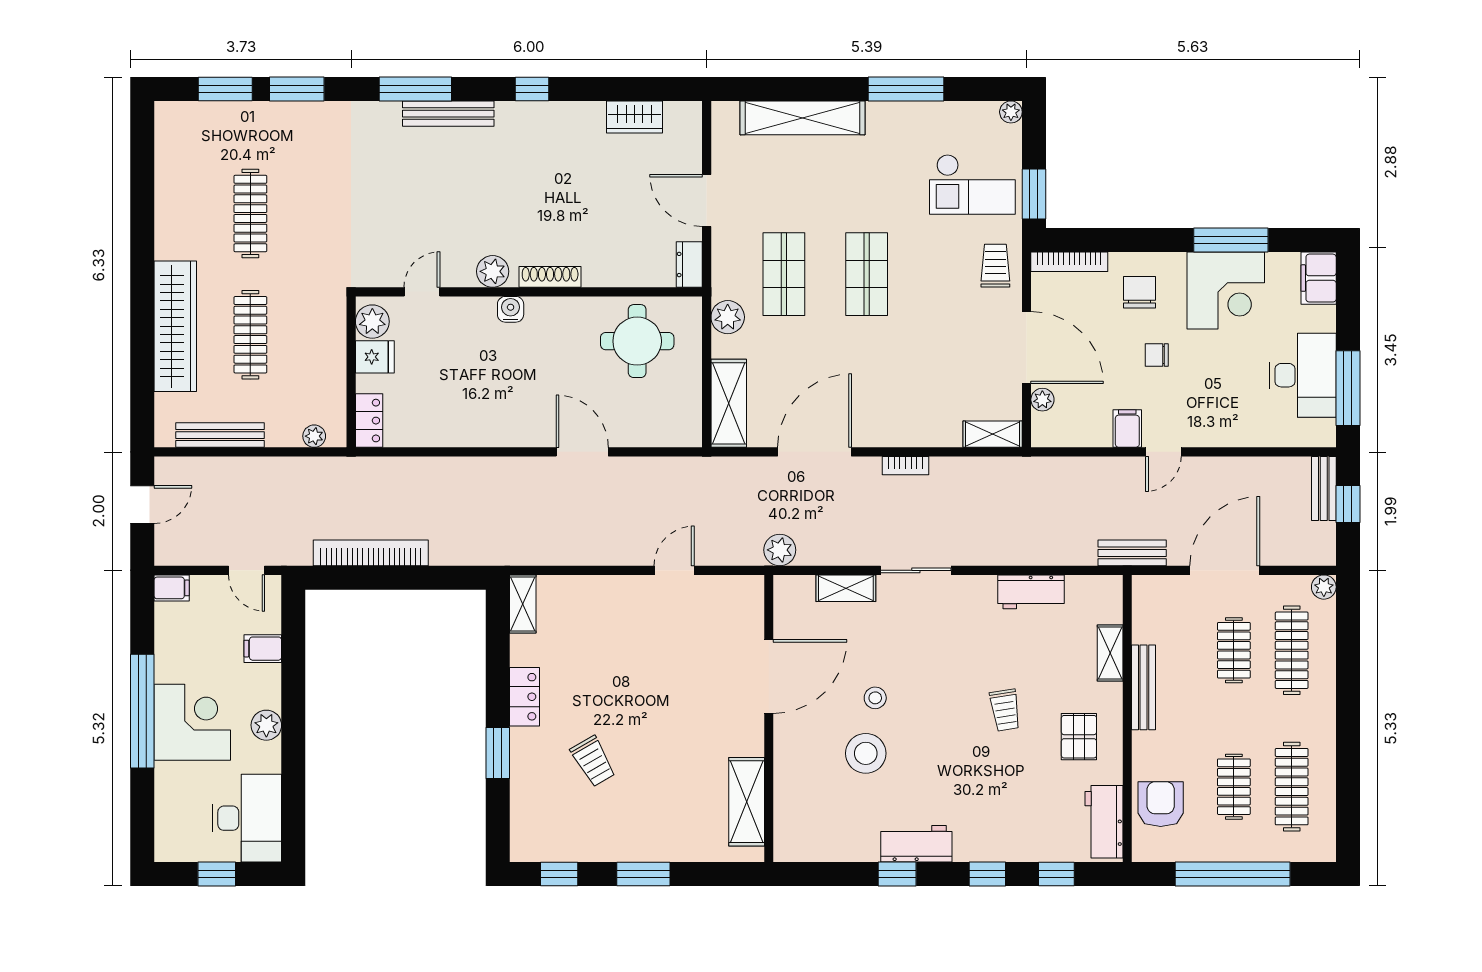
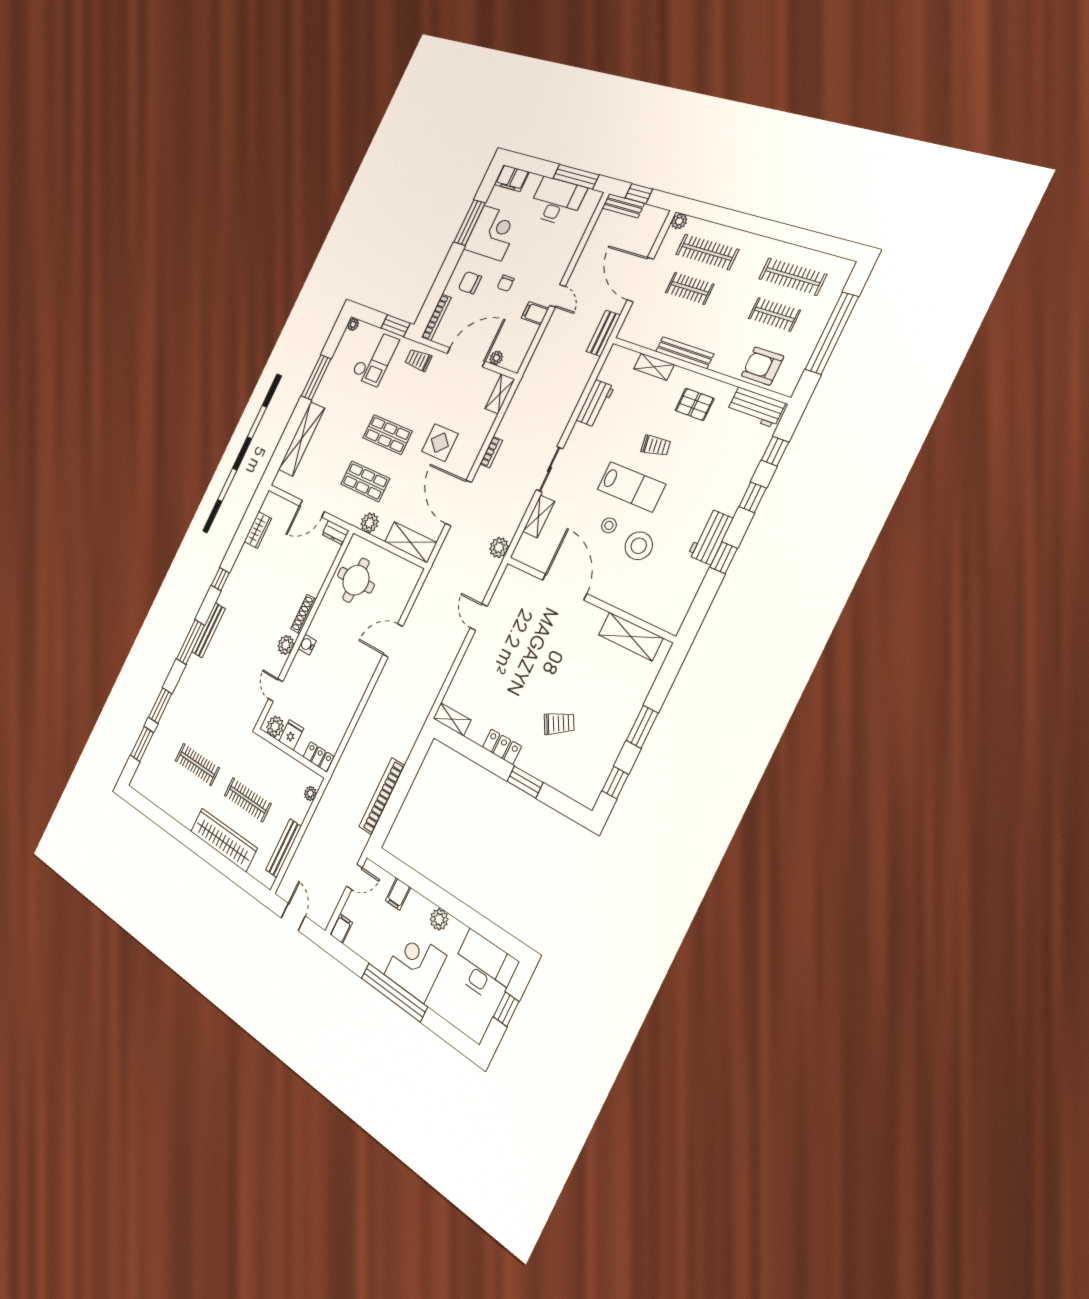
display table: (888, 373) -> (440, 443), added
lab bench: (938, 703) -> (631, 487), added

